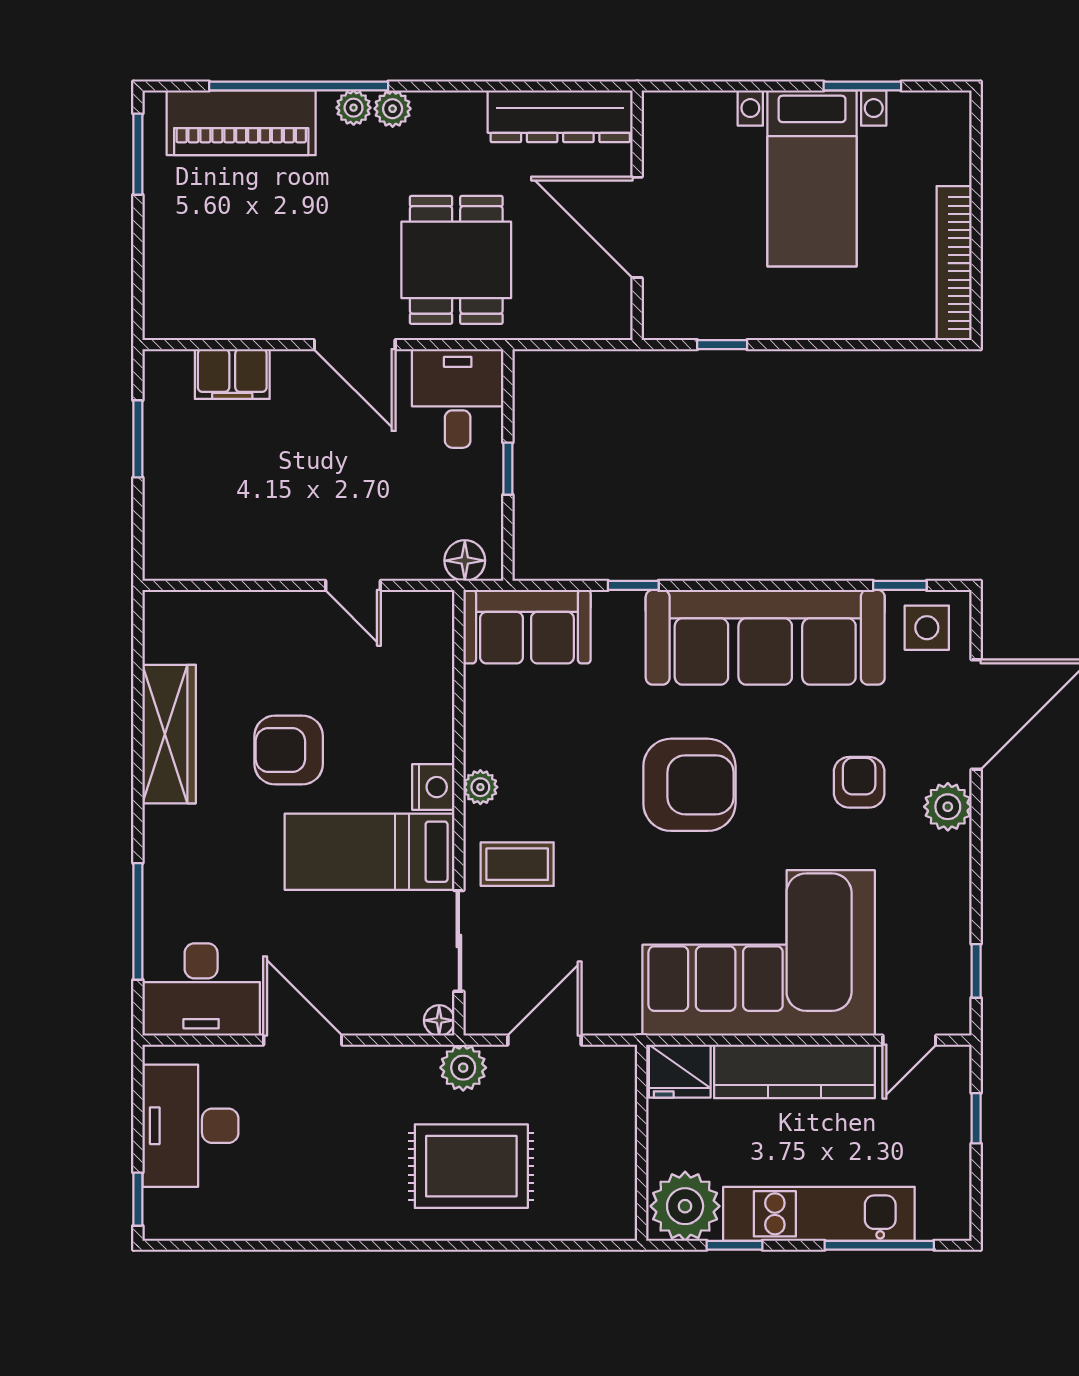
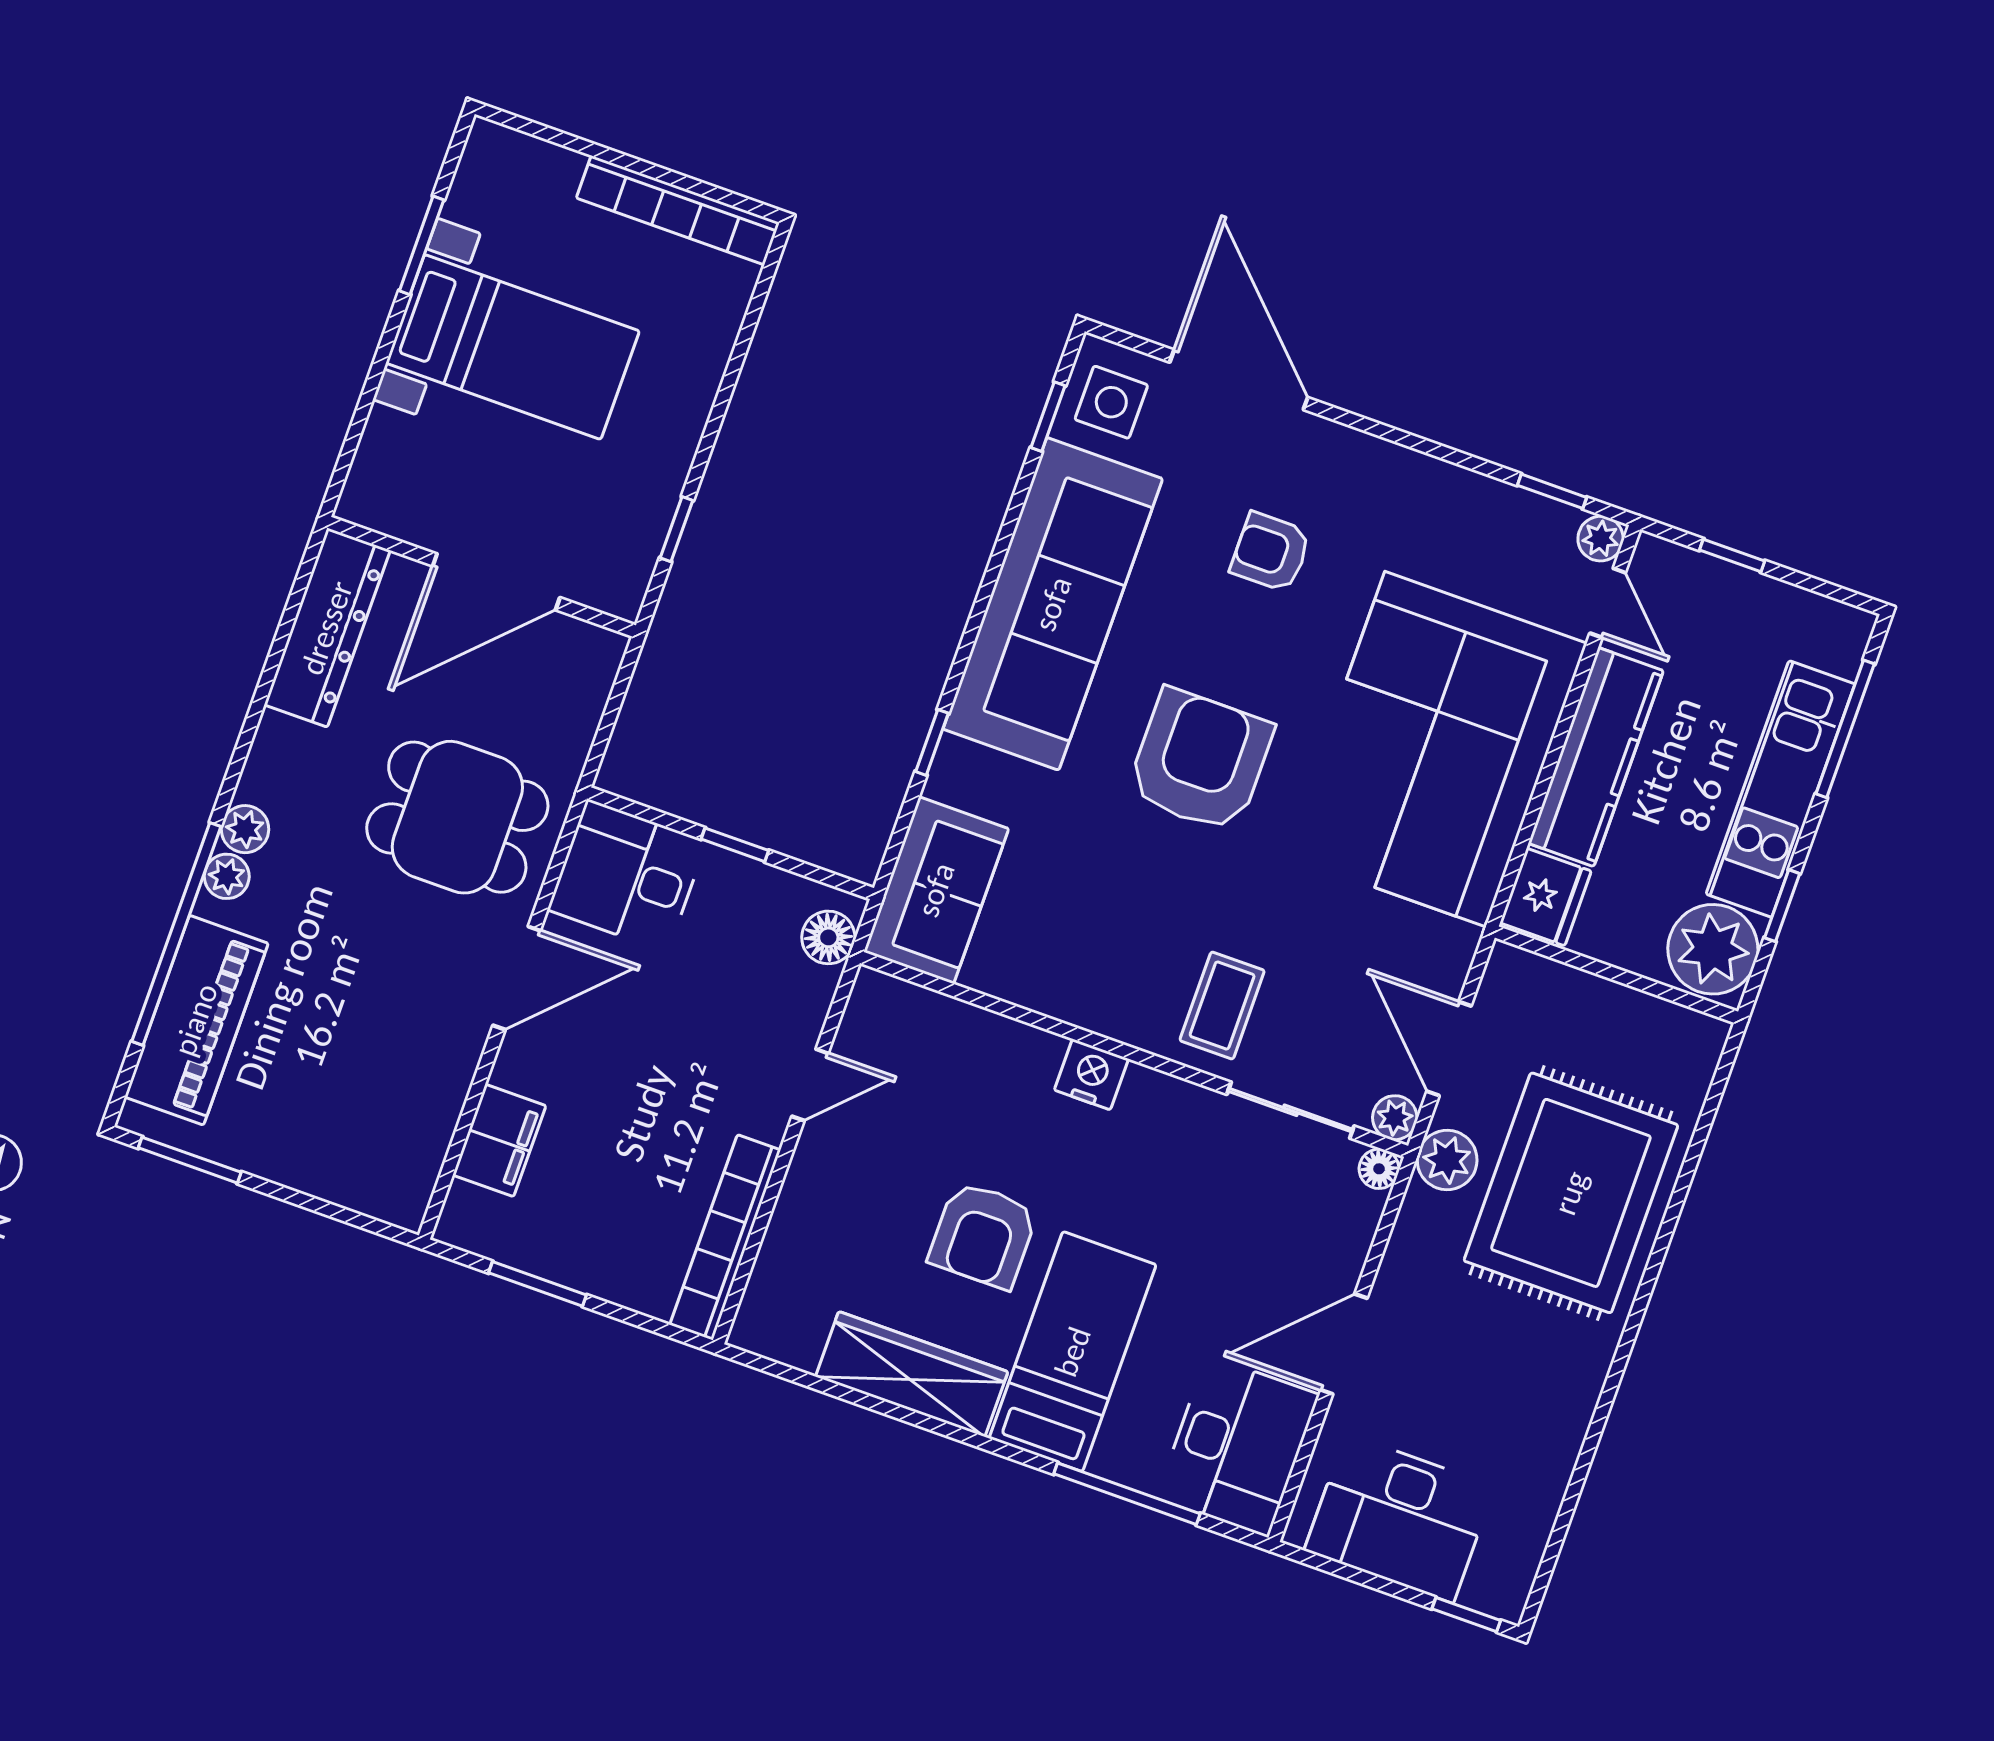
bookcase: (220, 563) -> (725, 1237), added
plant: (480, 787) -> (1395, 1118), moved
plant: (948, 807) -> (1601, 539), moved, width x0.73, depth x0.73
bed: (370, 852) -> (1073, 1352), moved, turned 180
rug: (471, 1166) -> (1571, 1193), width x1.37, depth x1.44

